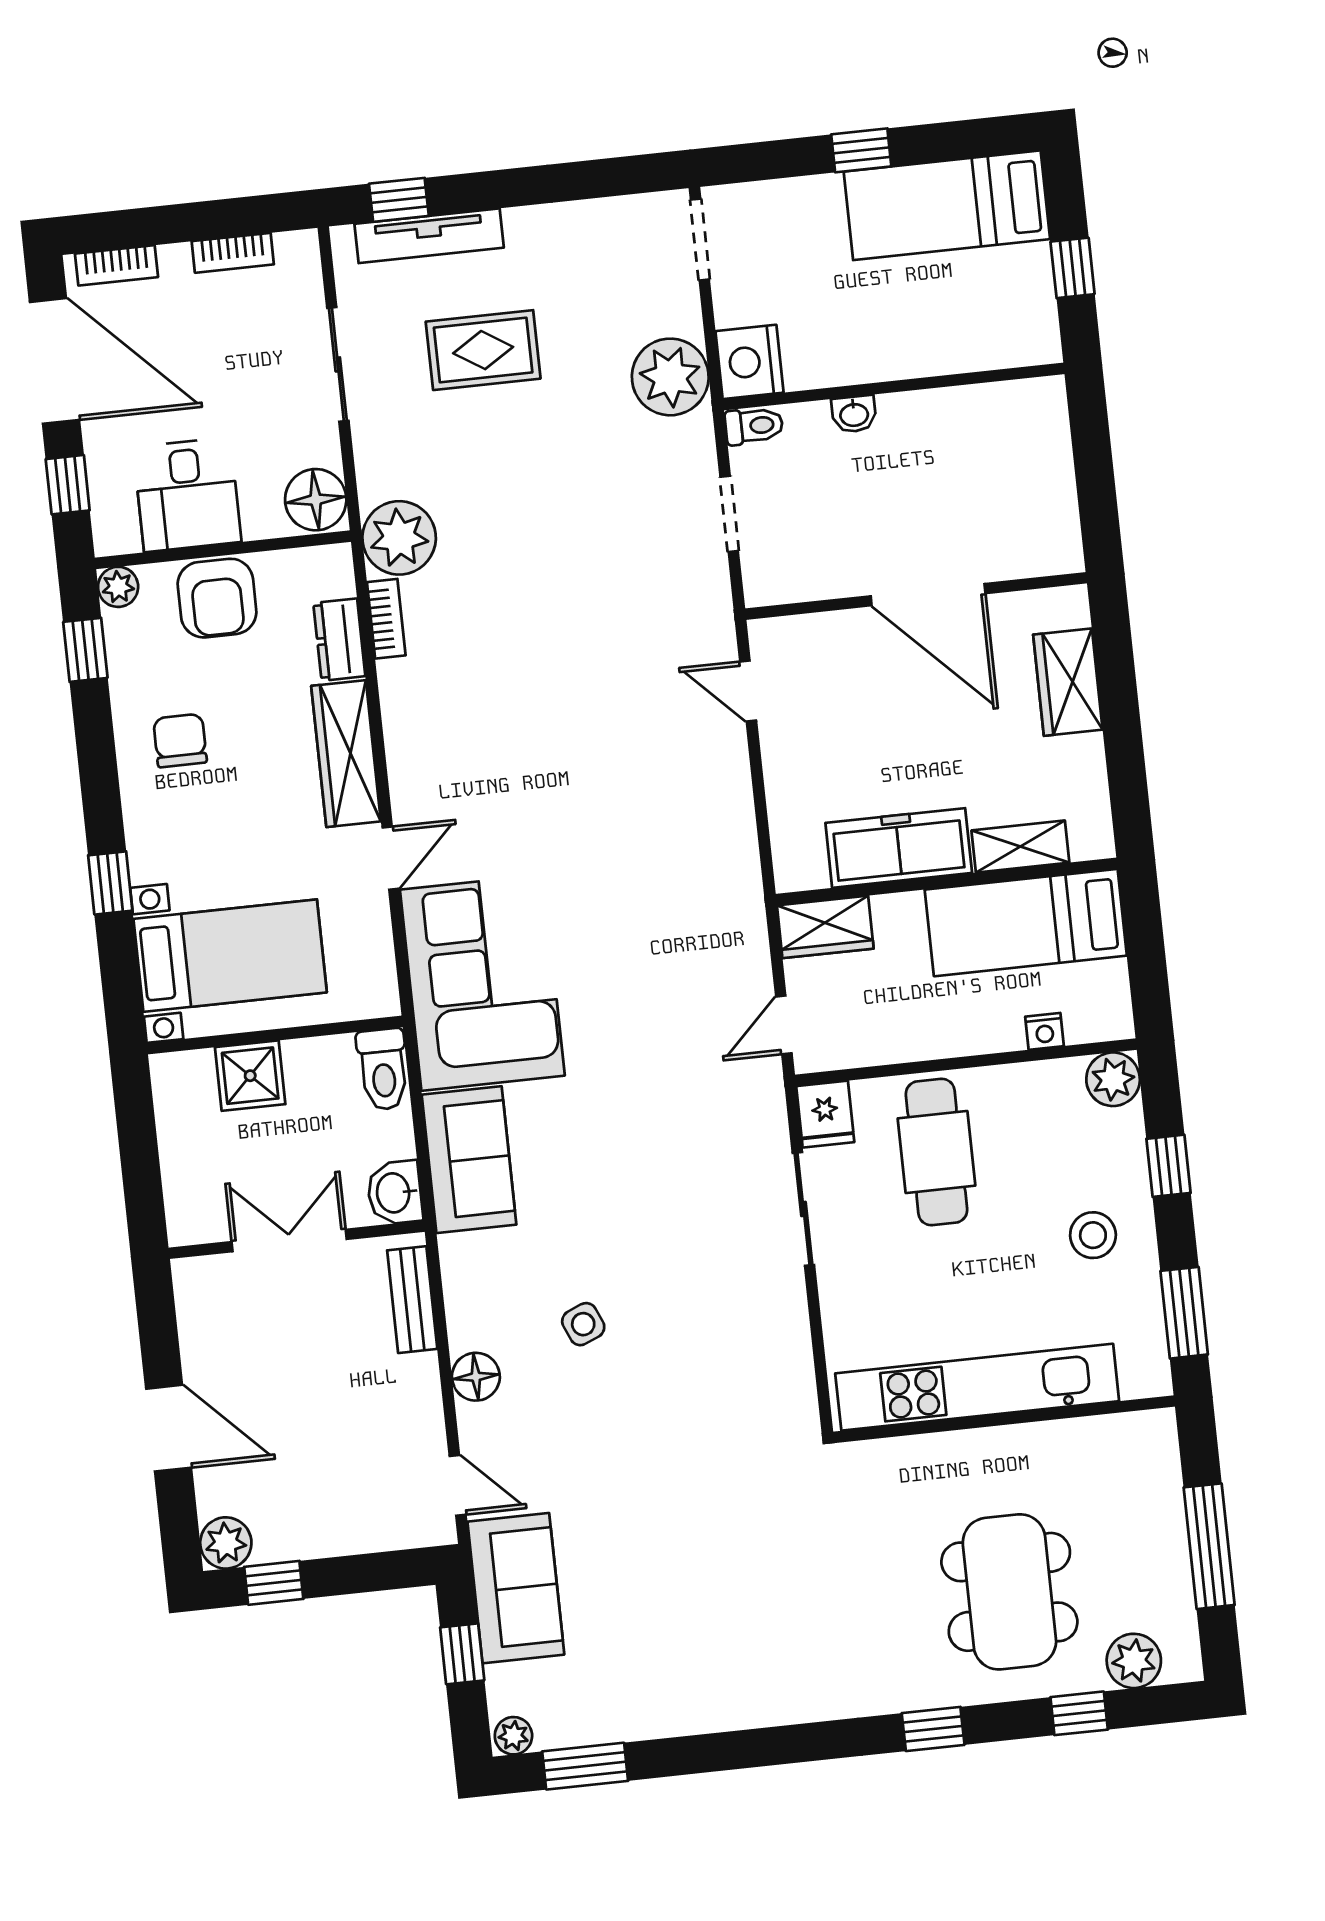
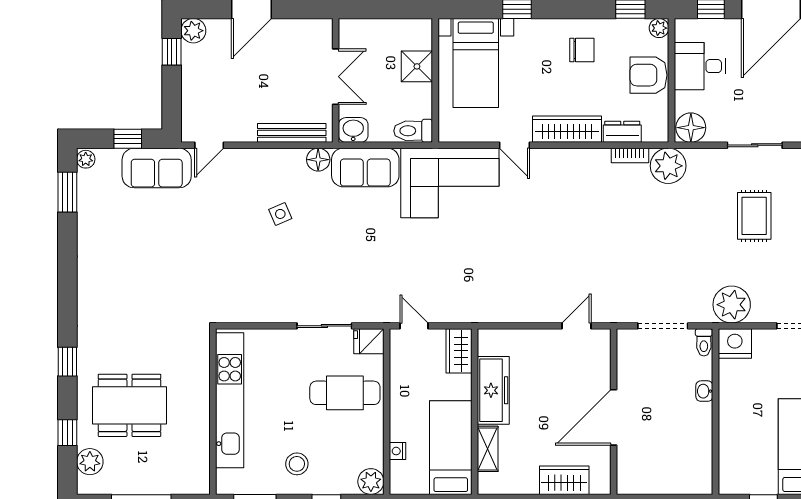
doorway: (729, 514) -> (663, 326), width x1.38
bench: (412, 1300) -> (292, 133), width x1.36
floor lamp: (476, 1377) -> (318, 160), moved

